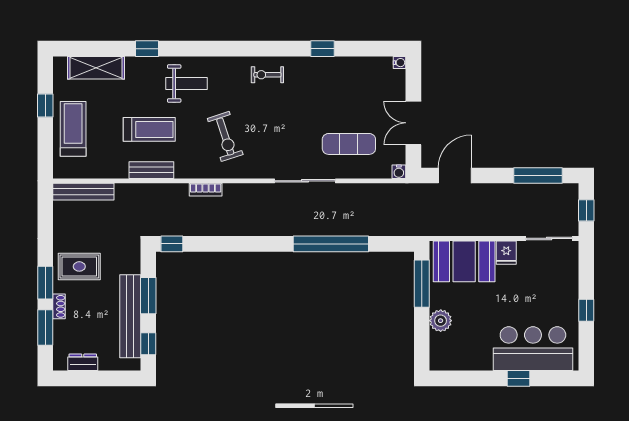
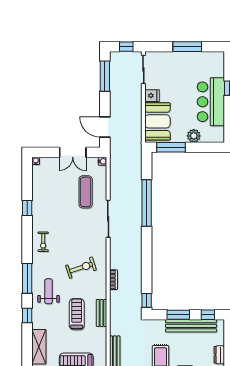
window: (208, 49) -> (27, 278), added
window: (586, 310) -> (187, 47), width x2.17
bar counter: (533, 349) -> (211, 102), moved

